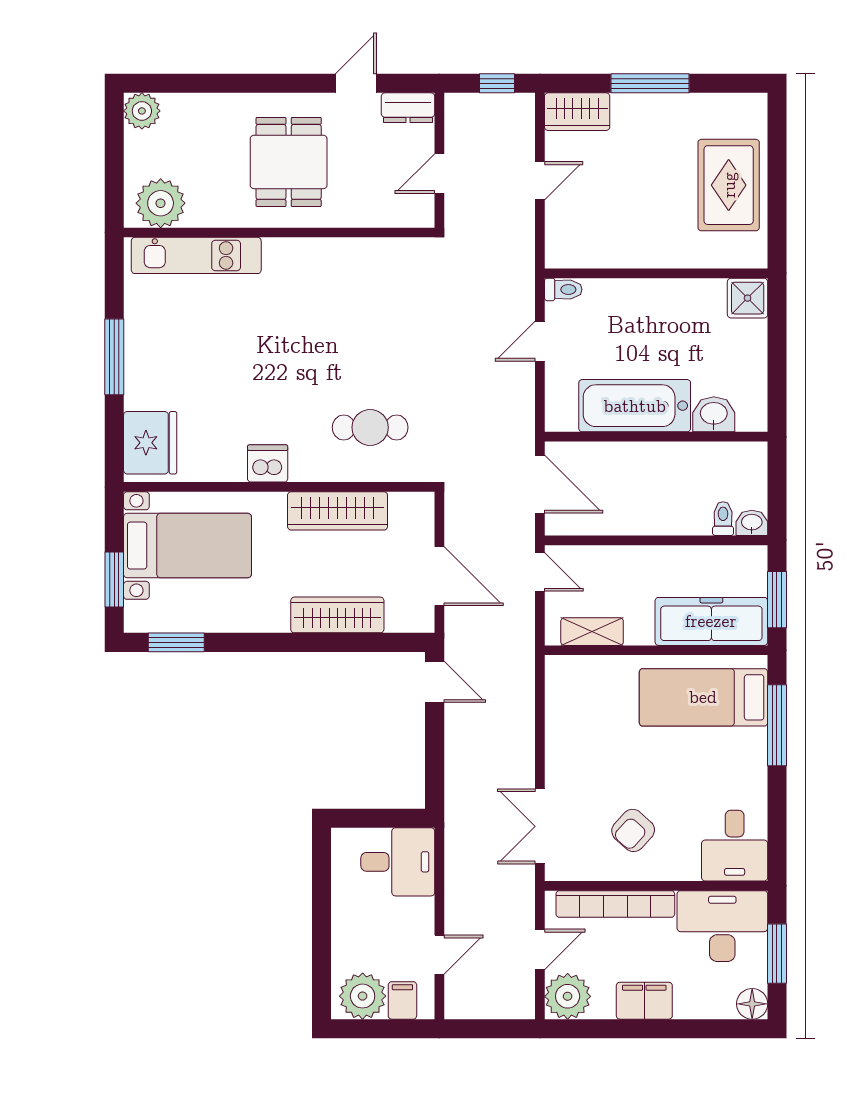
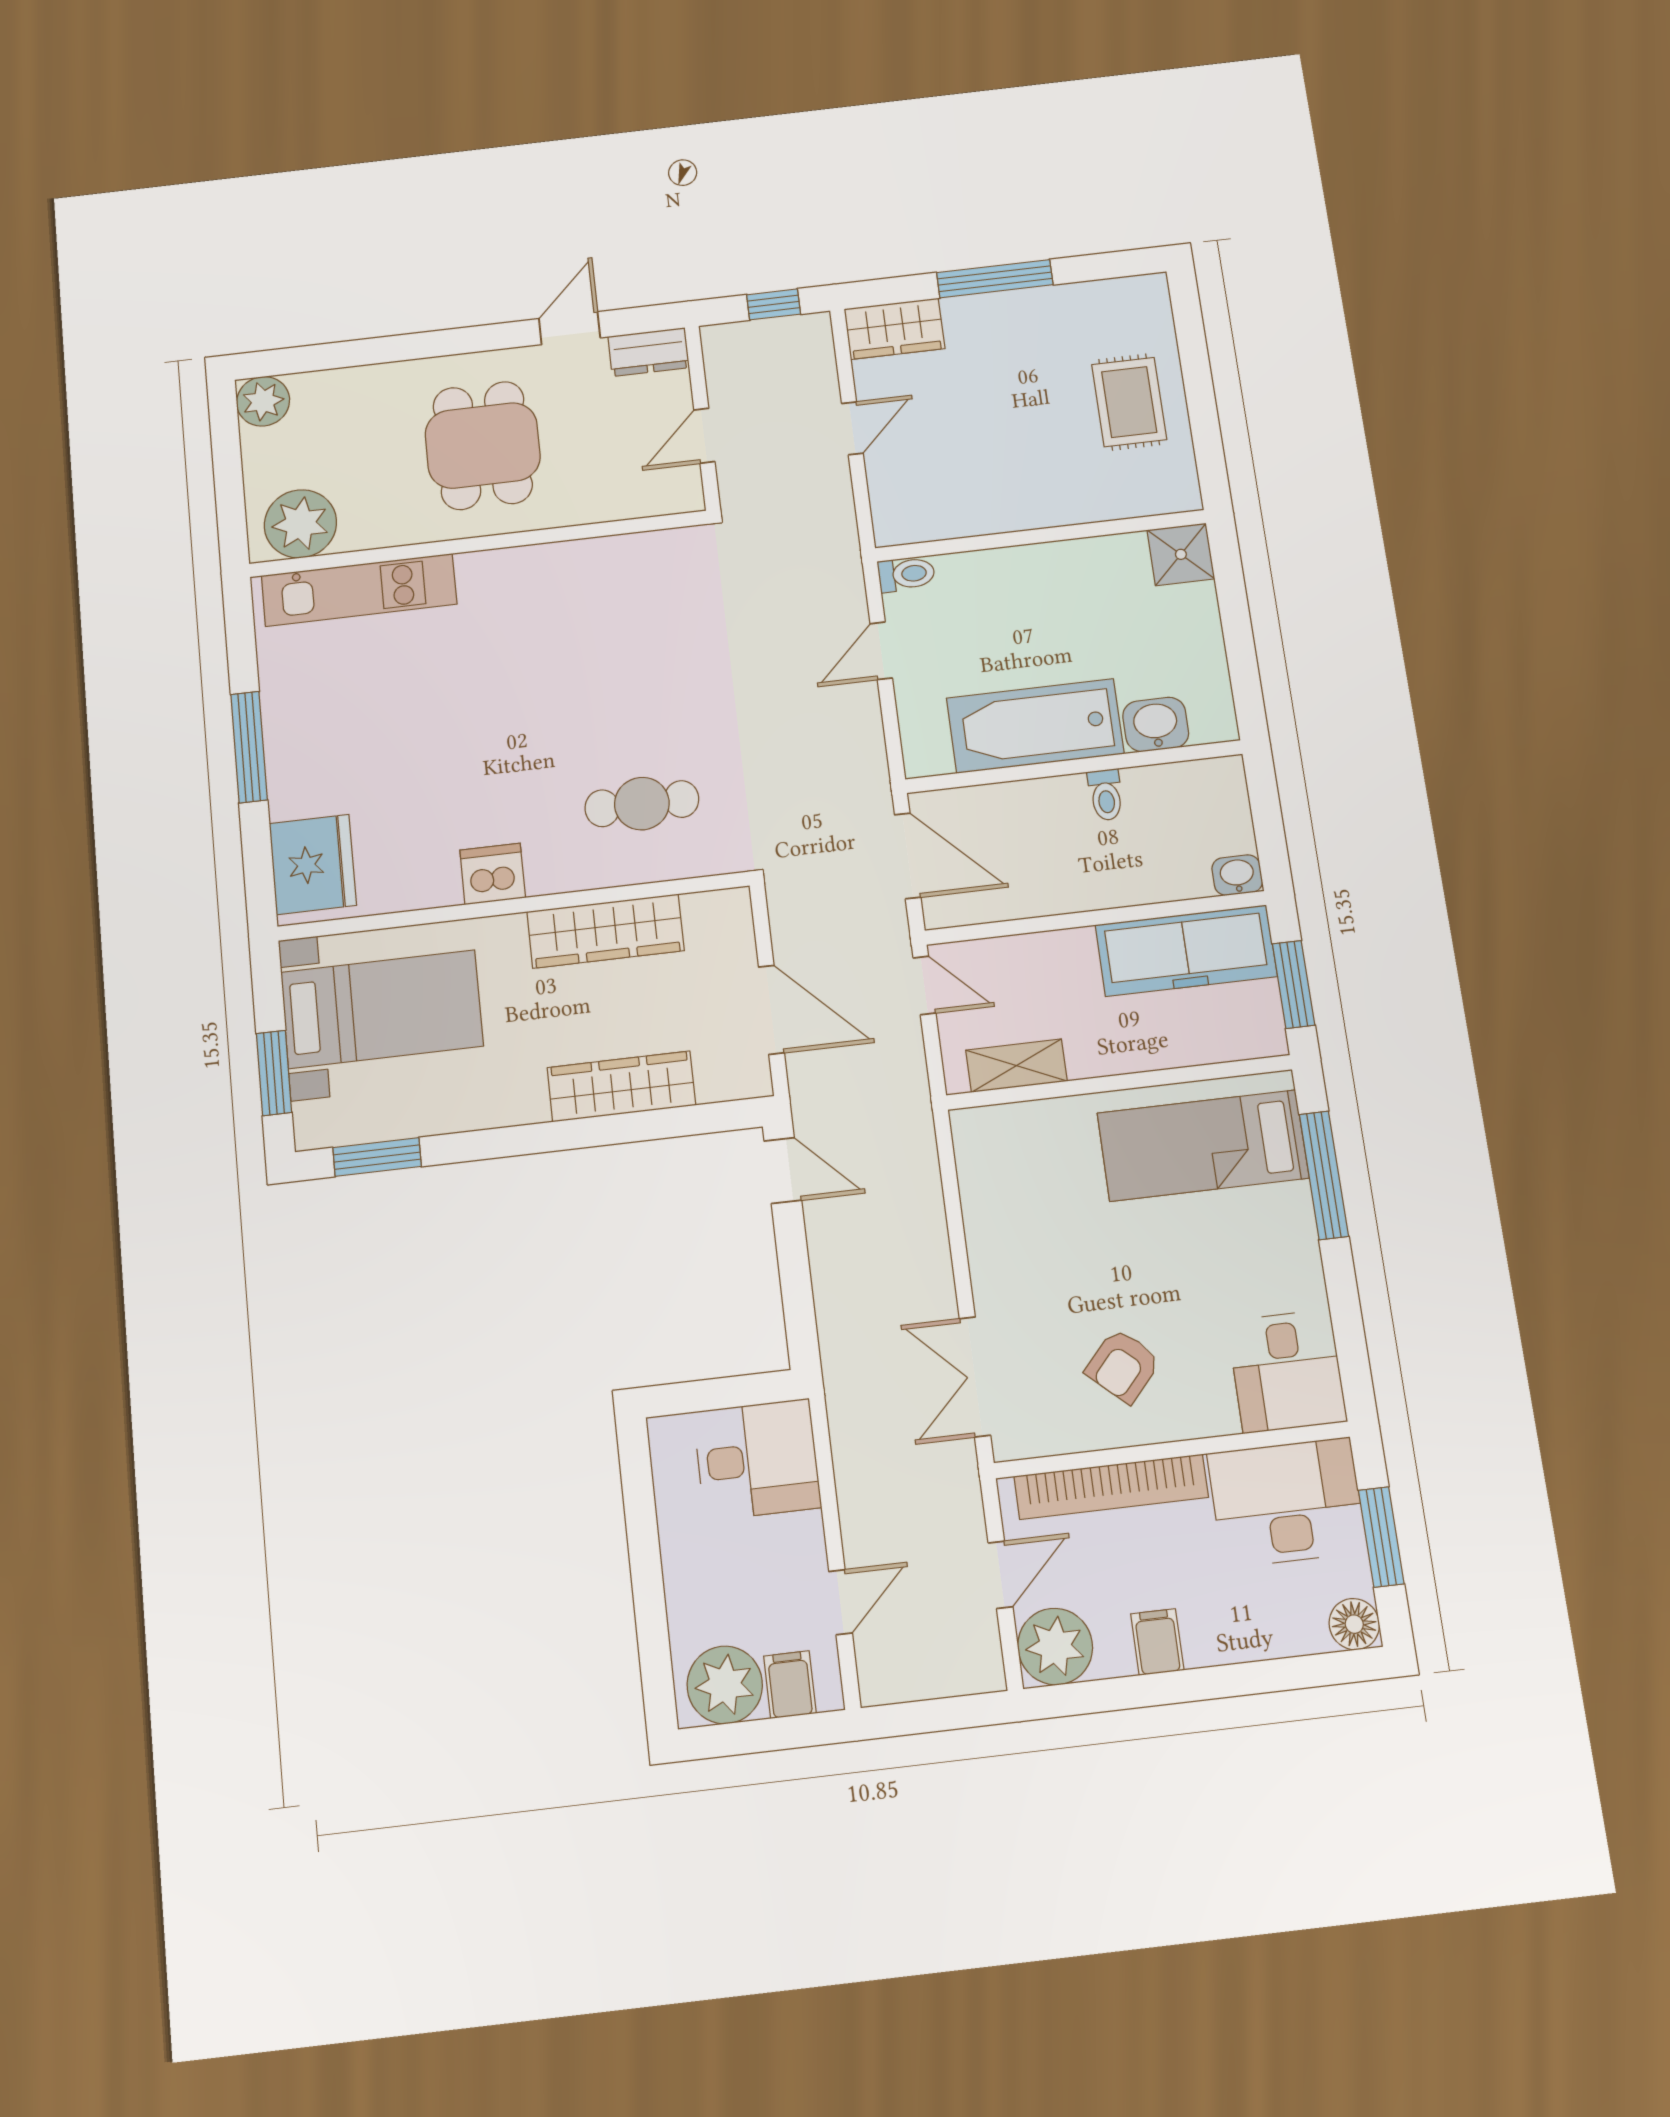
rug: (729, 185) -> (1129, 402), width x0.73, depth x0.70
toilet: (723, 519) -> (1106, 795), moved, turned 180
freezer: (711, 621) -> (1186, 951), moved, turned 180
filing cabinet: (644, 1001) -> (1157, 1642), width x0.50

